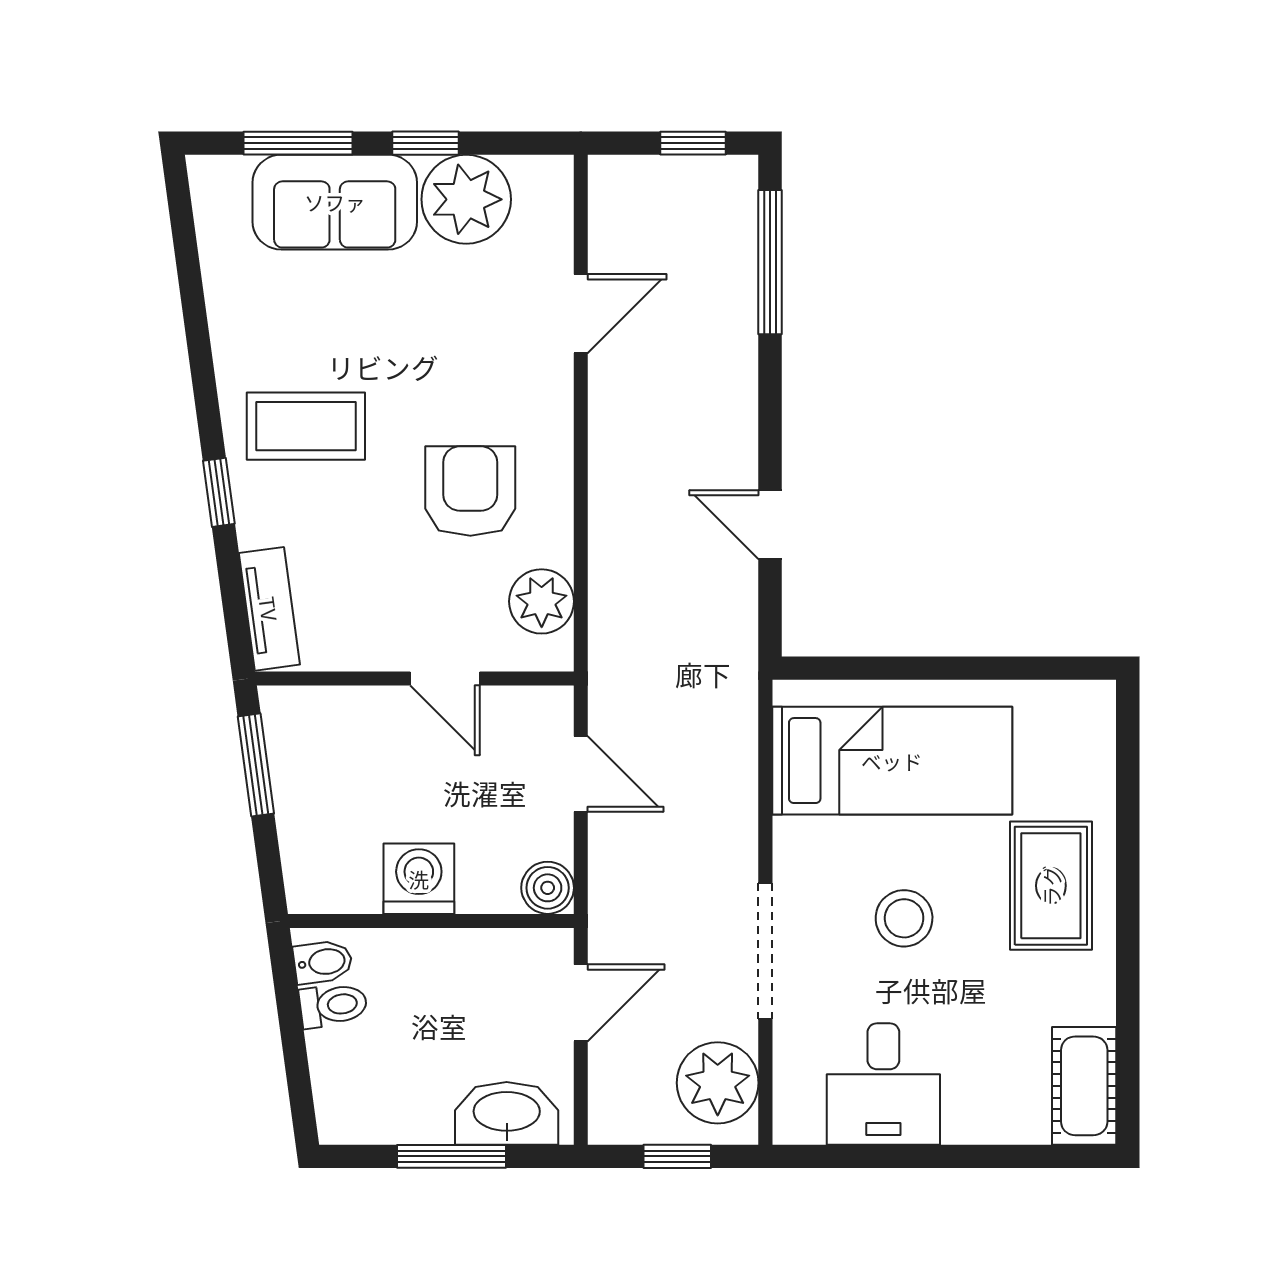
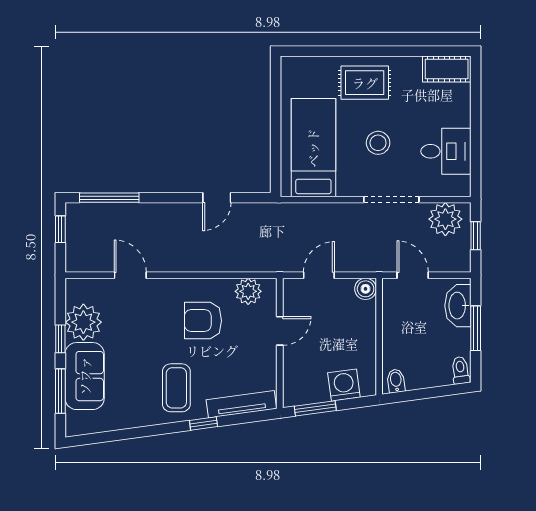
tv unit: (269, 609) -> (241, 404), width x1.41
washing machine: (419, 879) -> (344, 385), moved, turned 82
toilet: (333, 1005) -> (460, 370), moved

